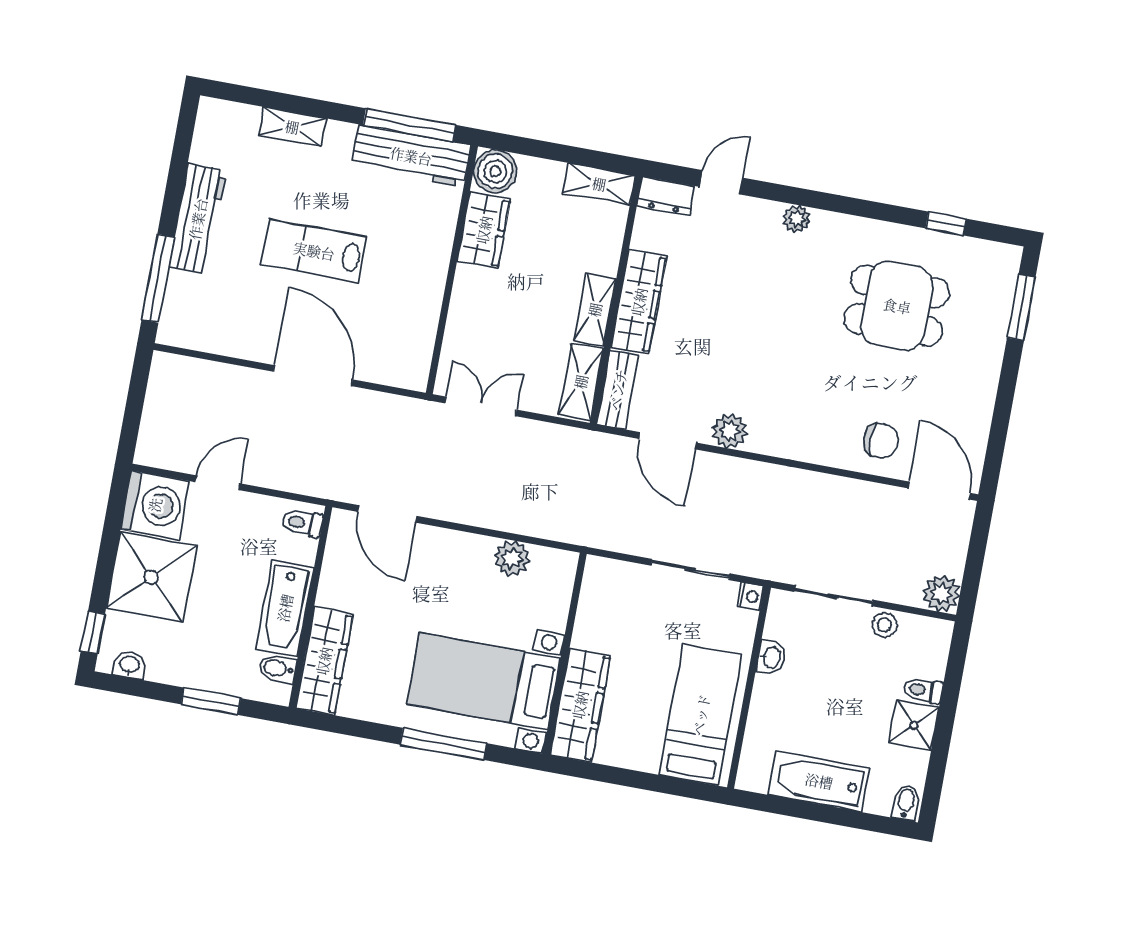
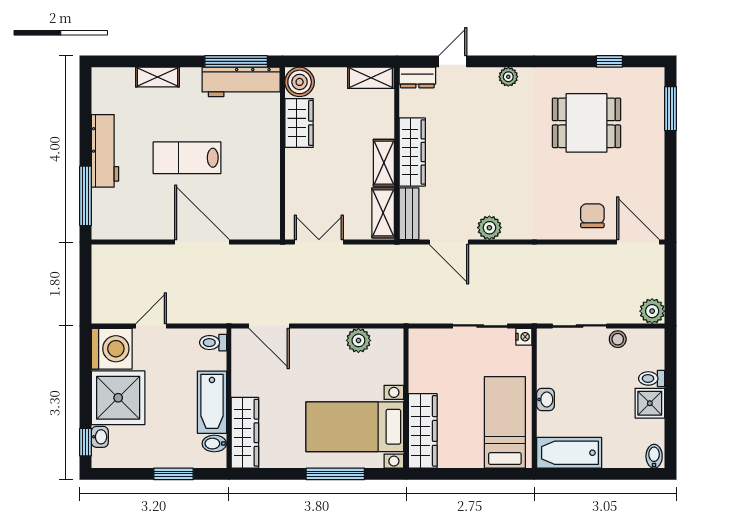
chair: (881, 441) -> (592, 216), turned -90
washbasin: (771, 657) -> (546, 400), moved
washbasin: (130, 665) -> (100, 437), moved, turned 90
bathtub: (819, 781) -> (569, 453), moved

